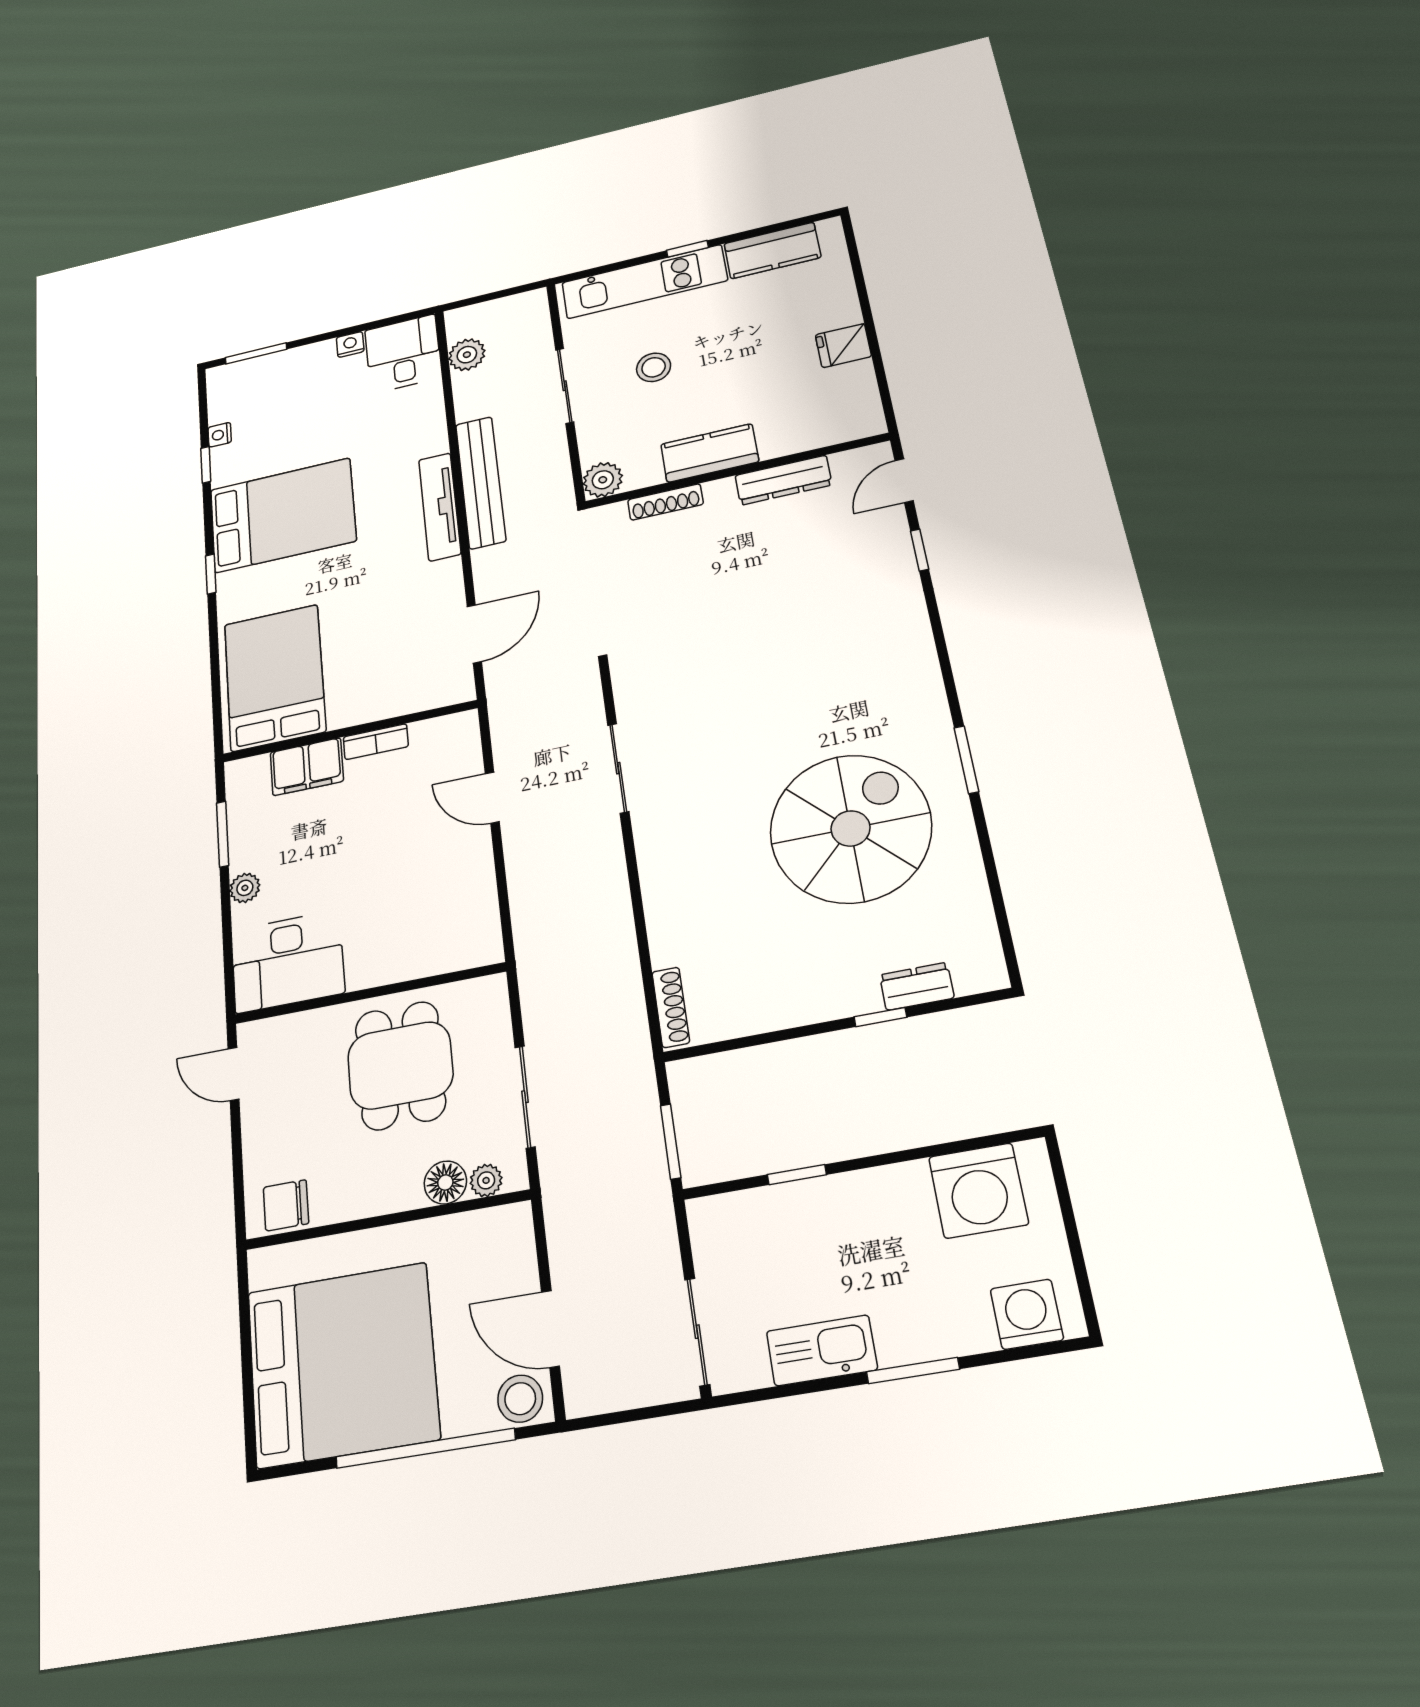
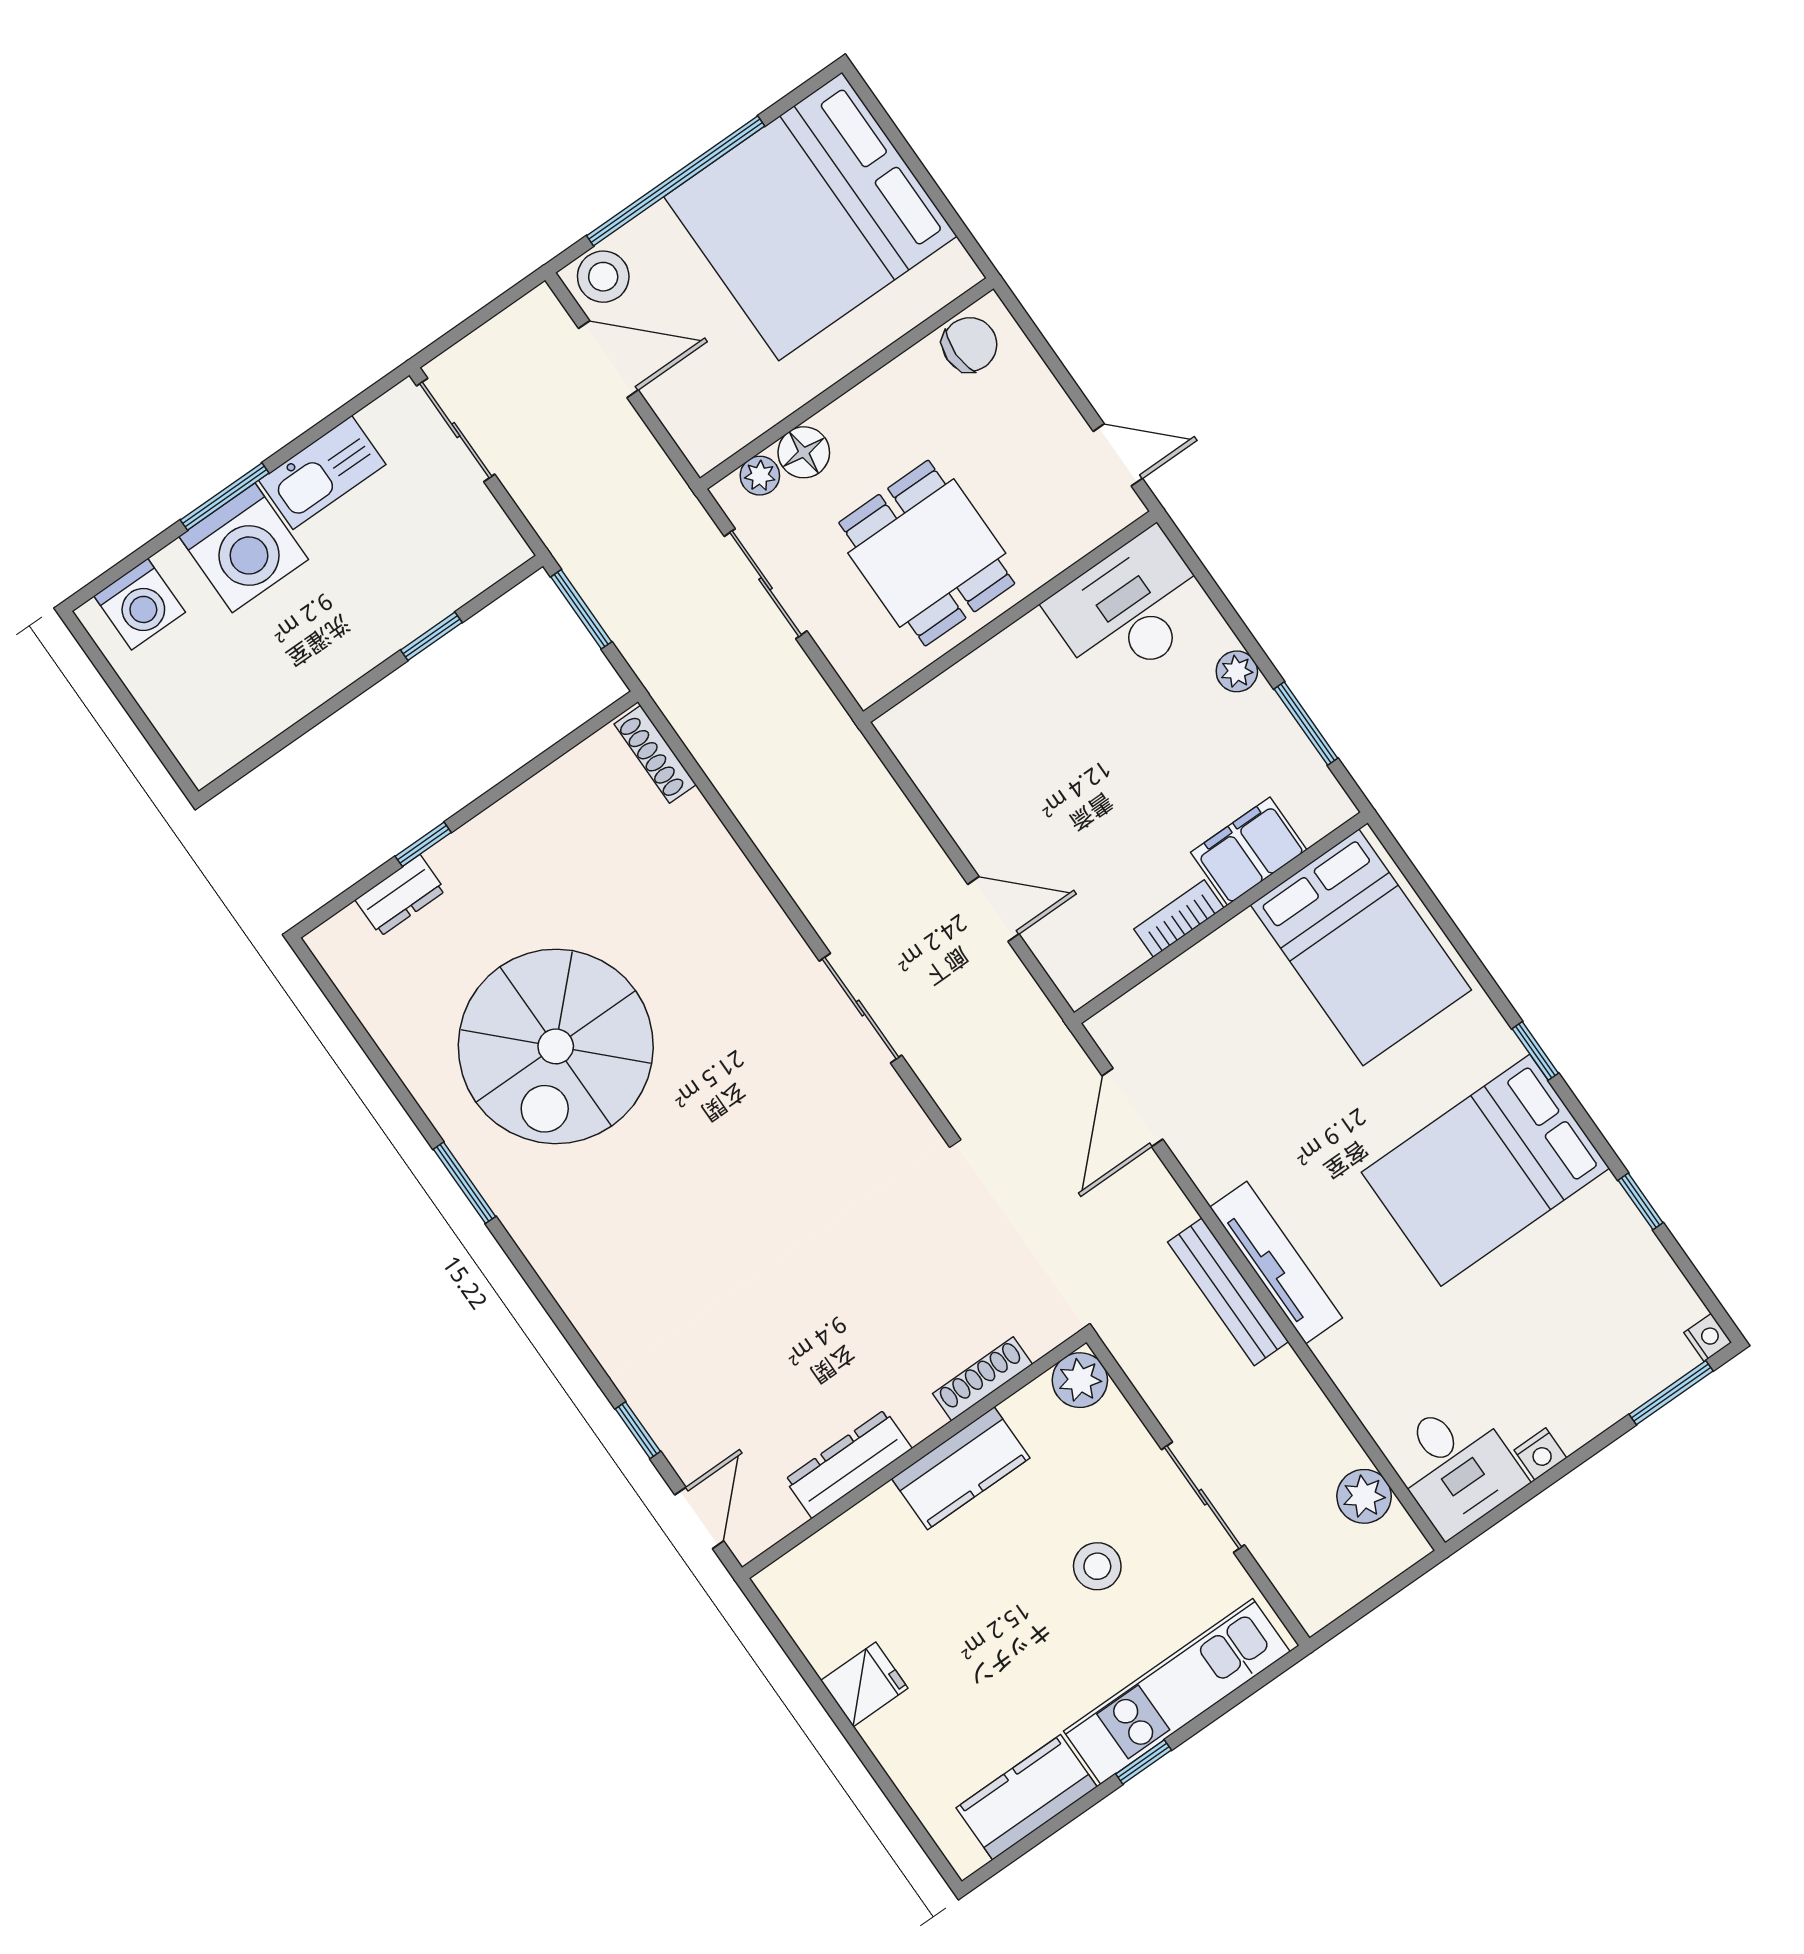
nightstand: (220, 435) -> (1708, 1338), moved
bench: (481, 482) -> (1228, 1292), width x0.73, depth x0.82
washing machine: (978, 1191) -> (244, 548), moved, turned 180

